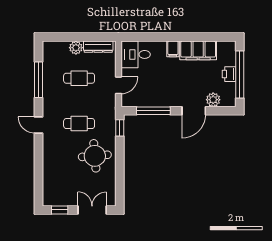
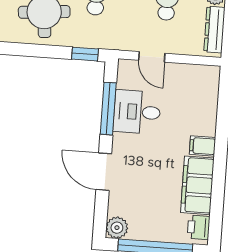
desk: (136, 54) -> (137, 112), moved, turned -90
printer: (229, 74) -> (199, 227), moved, turned -90
plant: (213, 100) -> (117, 228), moved

